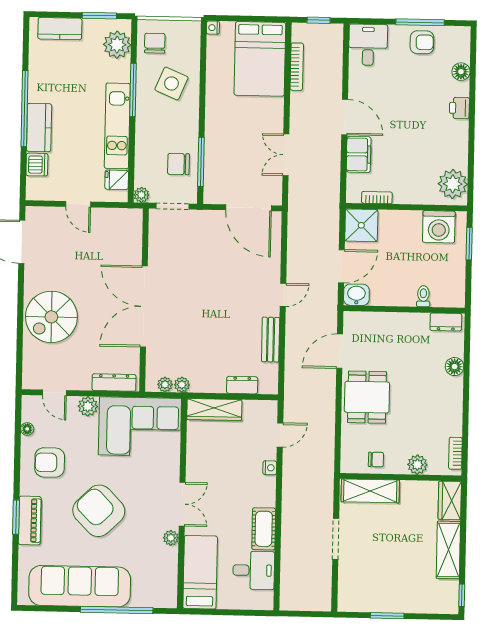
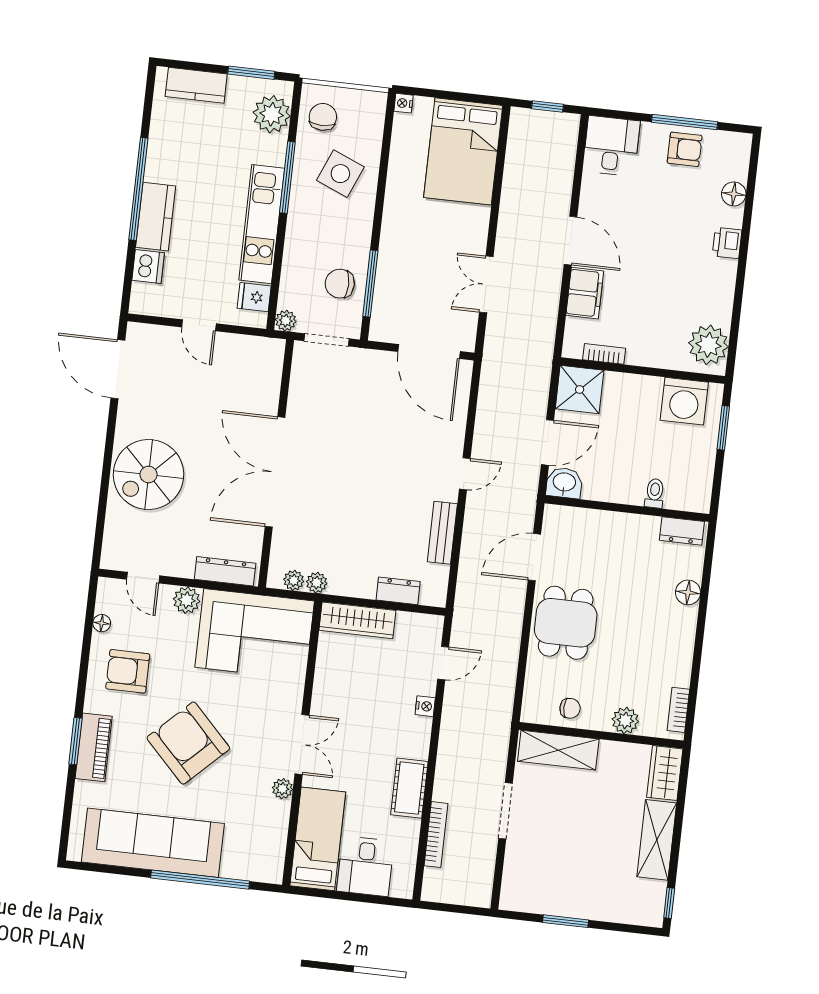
bookcase: (297, 67) -> (436, 835), moved
desk: (254, 570) -> (365, 866), moved, turned 90

